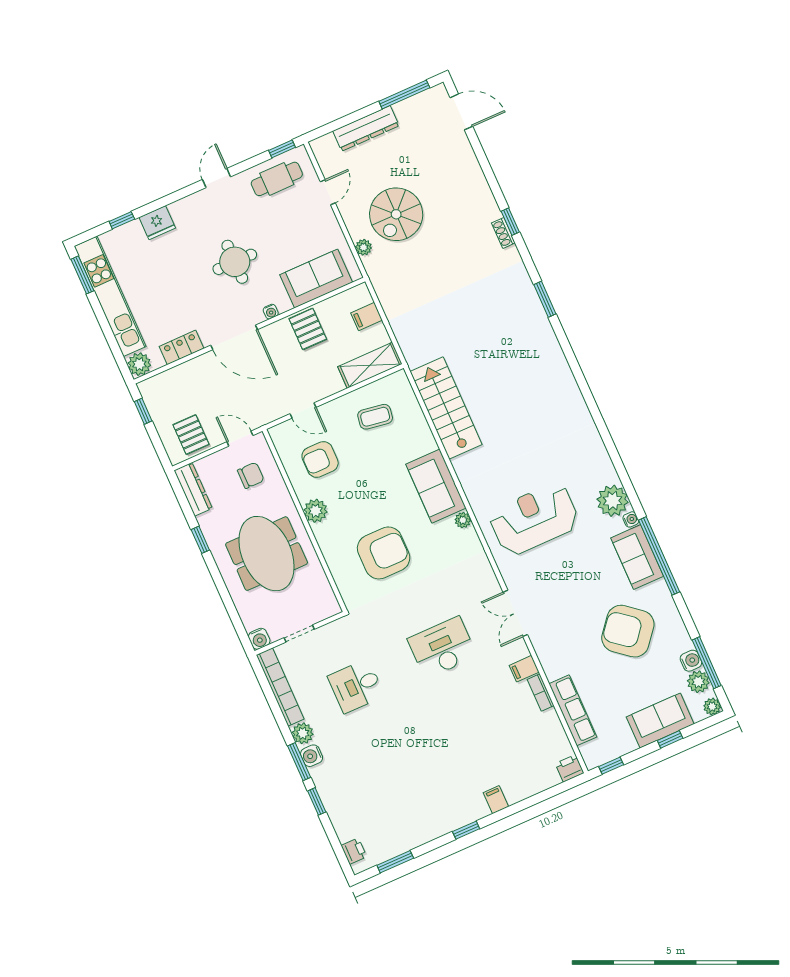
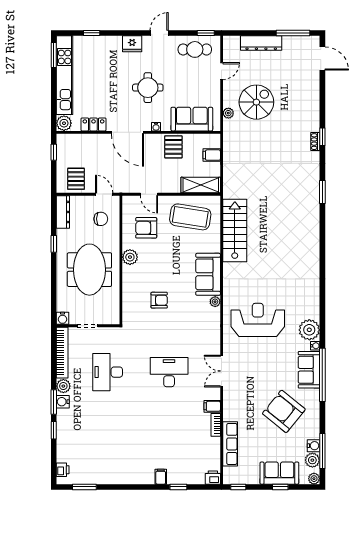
spiral stairs: (396, 214) -> (256, 102), turned 180
fridge: (157, 223) -> (132, 44), moved
coffee table: (375, 417) -> (190, 217), width x1.86, depth x1.72
armchair: (384, 553) -> (159, 300), width x0.53, depth x0.53
desk: (356, 686) -> (108, 372), width x1.37
window: (466, 830) -> (178, 487), moved

